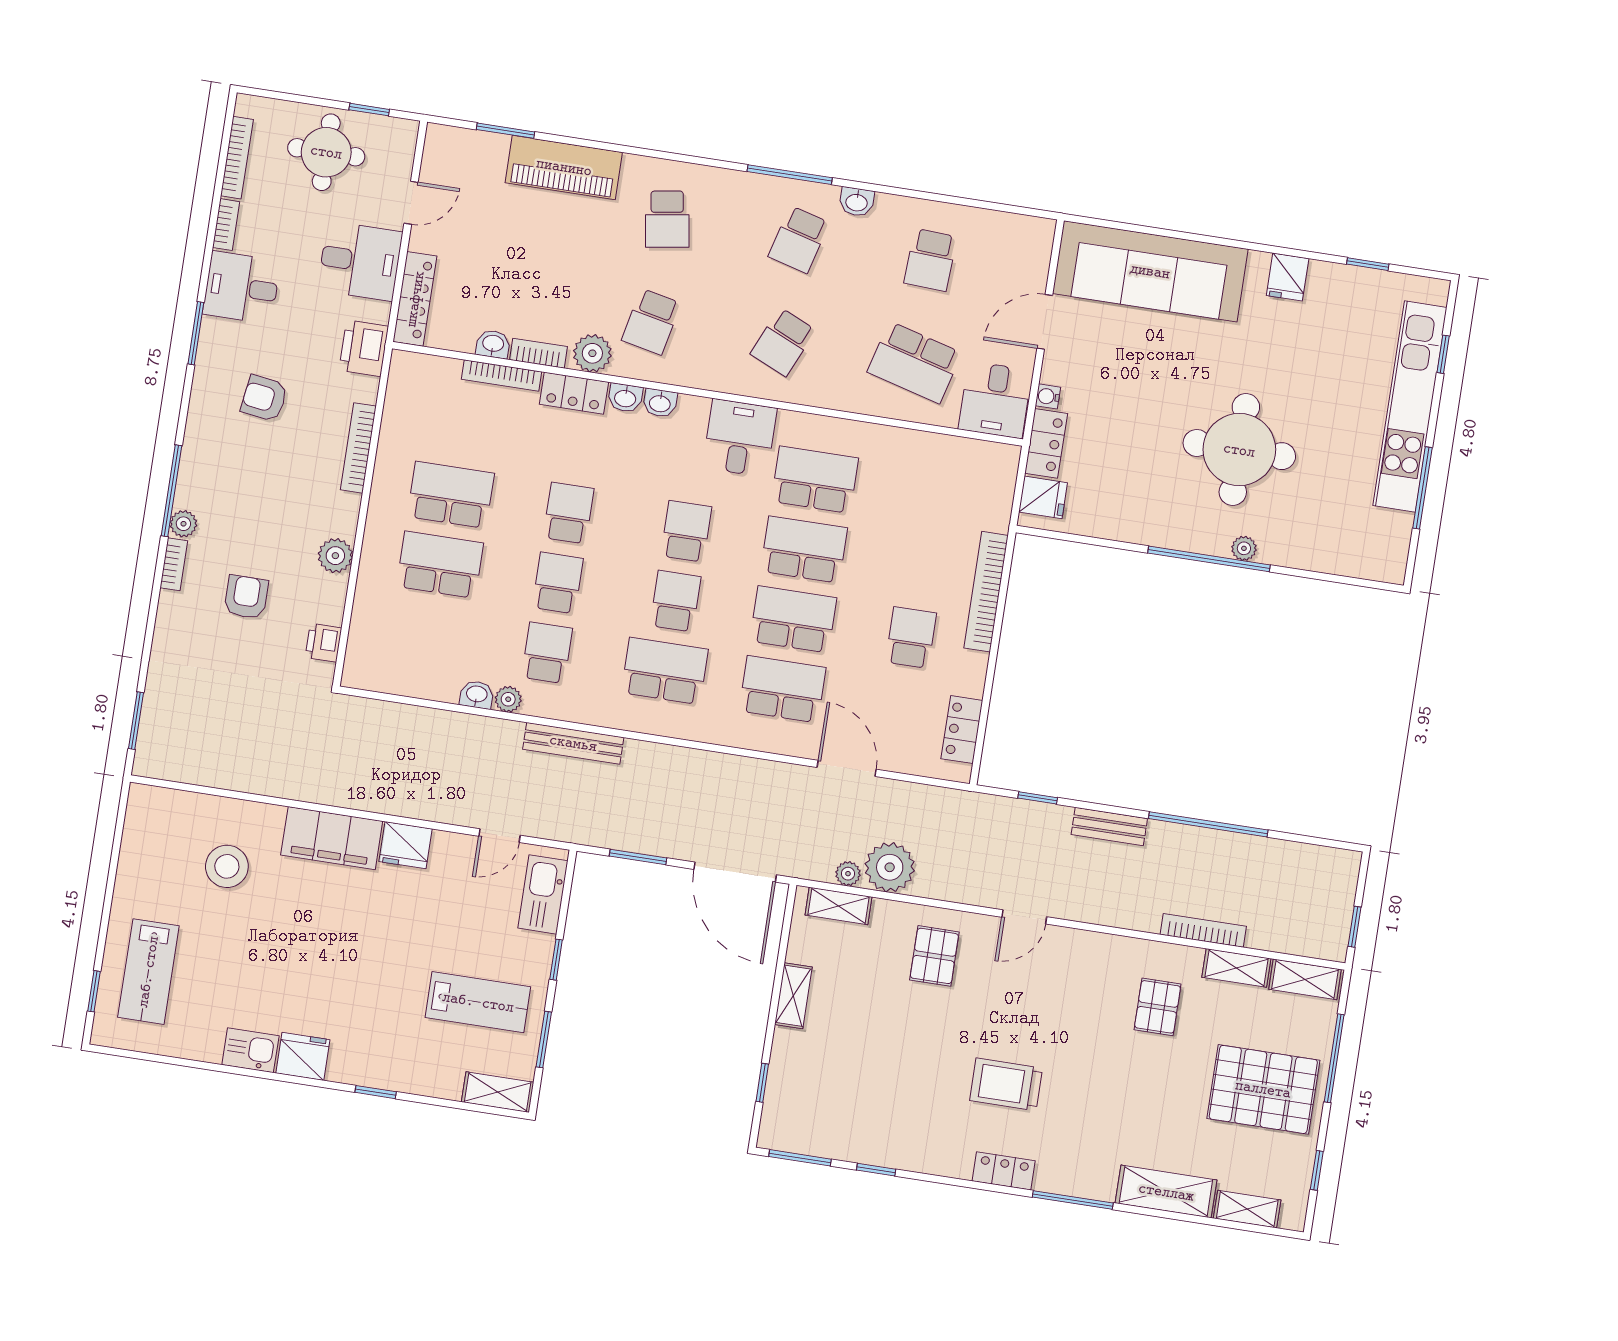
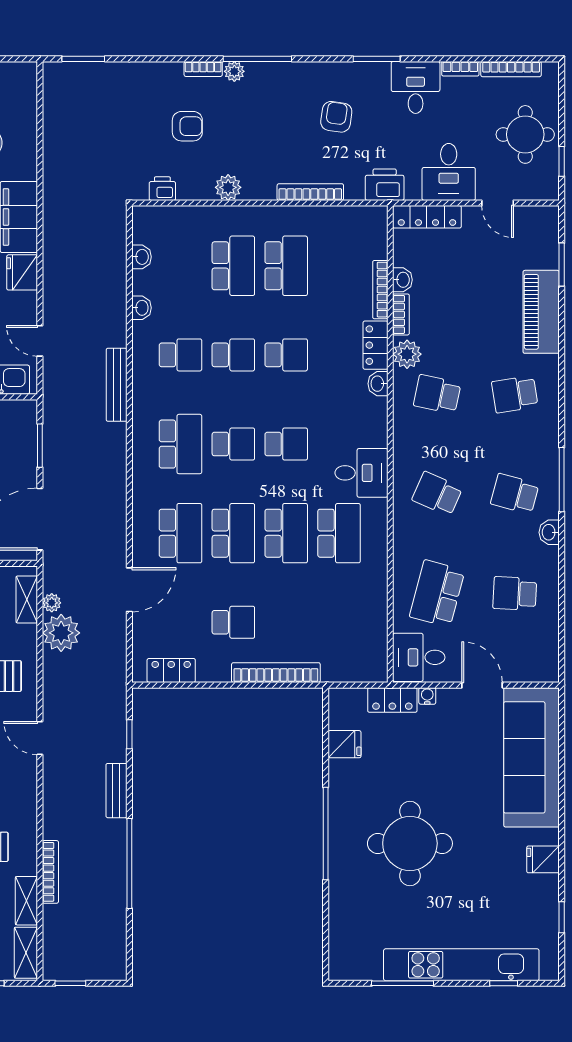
washbasin: (660, 403) -> (142, 257), moved, turned 180
fridge: (1043, 497) -> (344, 744), moved, turned -90
plant: (1244, 548) -> (337, 858), removed
plant: (508, 699) -> (142, 332), removed

